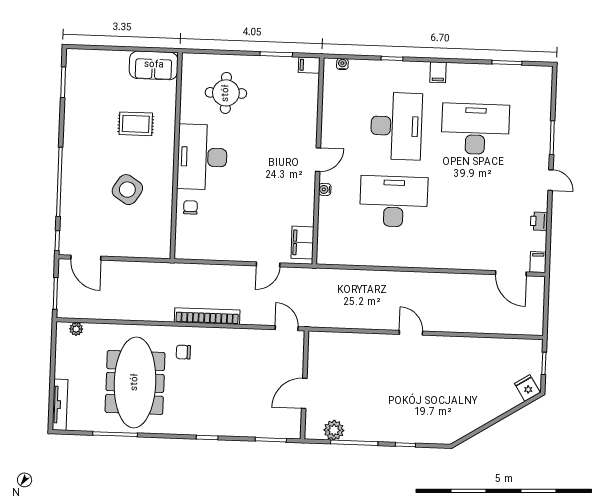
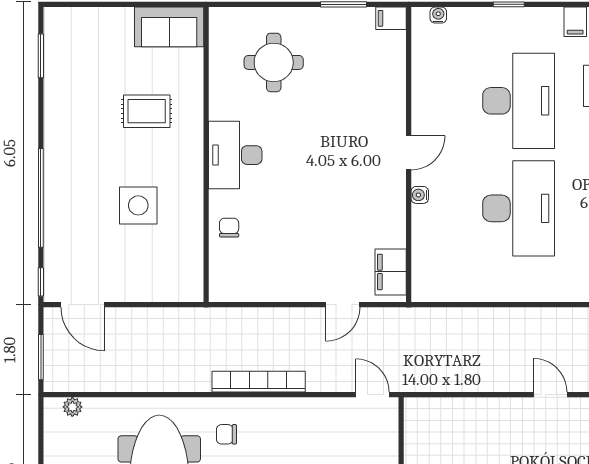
desk: (202, 157) -> (235, 155), width x0.73, depth x0.77
side table: (127, 190) -> (138, 205), turned -33
desk: (394, 201) -> (519, 208), turned 90

